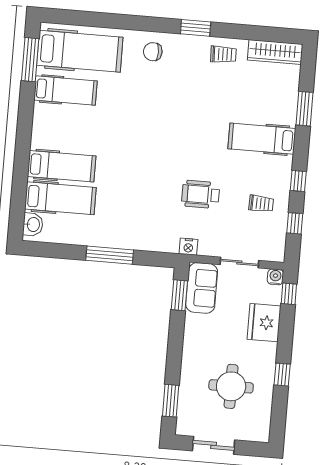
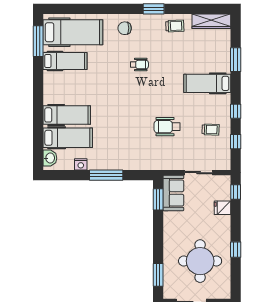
wheelchair: (169, 104) -> (139, 65), added
nightstand: (188, 247) -> (81, 164), moved
water cooler: (275, 277) -> (225, 181), removed
fridge: (264, 323) -> (222, 208), width x0.53, depth x0.75
round table: (231, 386) -> (200, 261), width x1.36, depth x1.36

